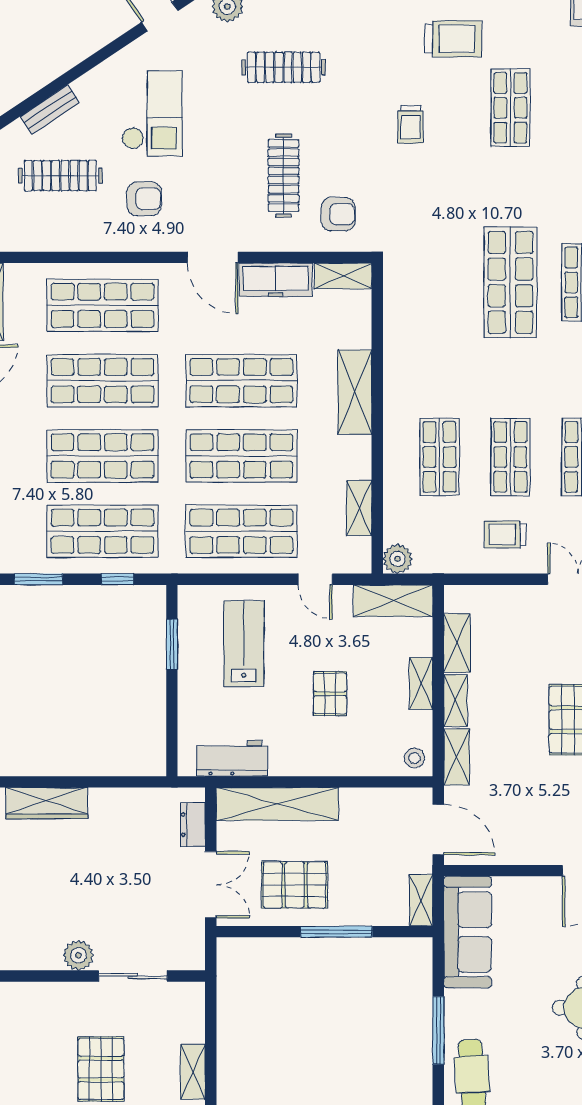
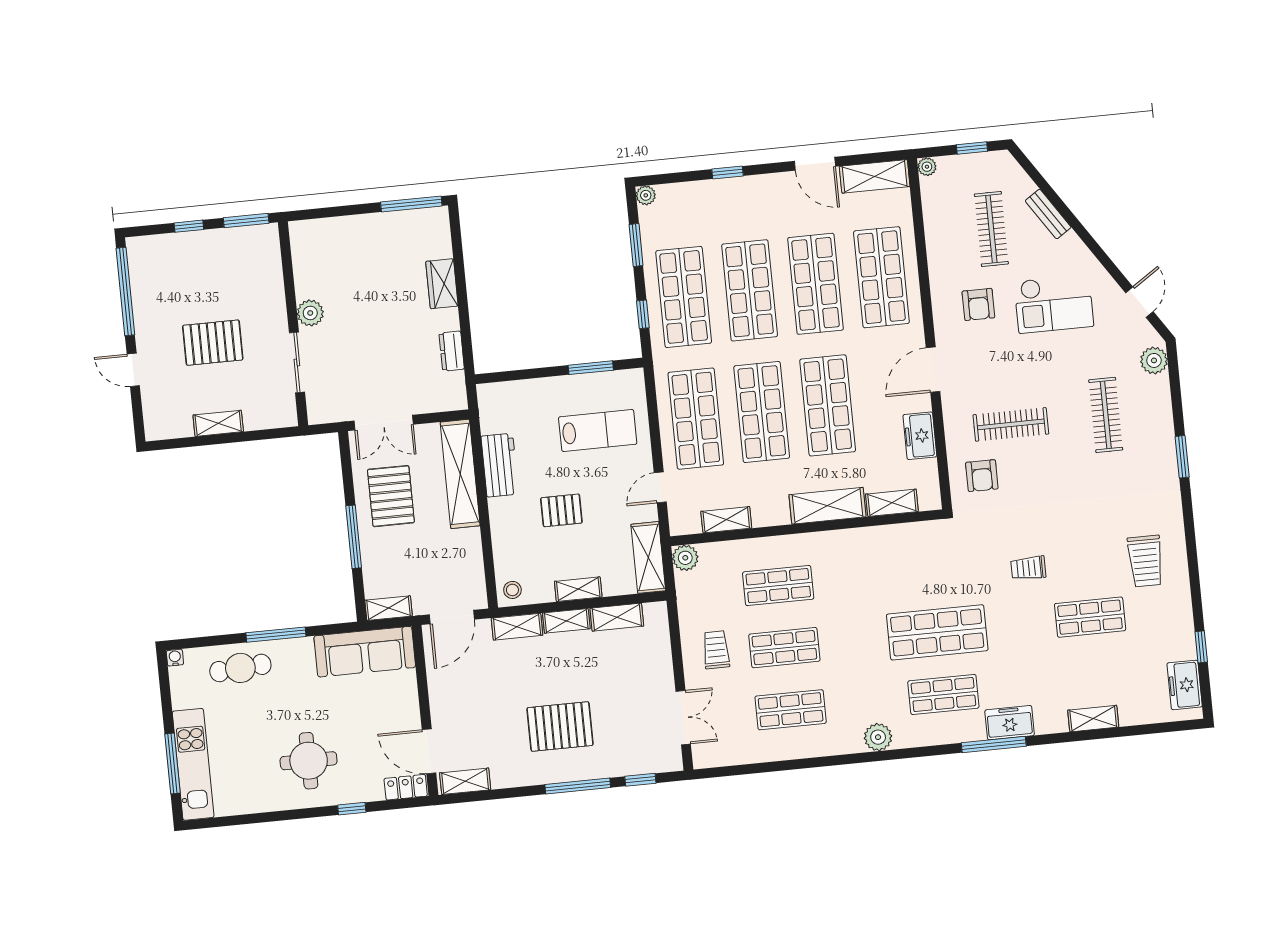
trolley: (410, 124) -> (1028, 568), moved
shelving: (343, 276) -> (892, 503), moved, turned 90
freezer: (276, 280) -> (920, 436), width x0.71
workbench: (232, 758) -> (500, 465), moved
wardrobe: (47, 803) -> (442, 284), width x0.67
dresser: (193, 825) -> (452, 351), moved, turned -90

